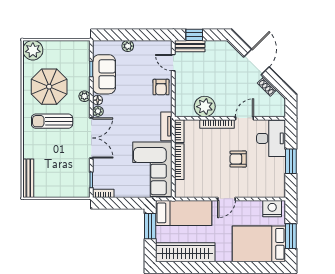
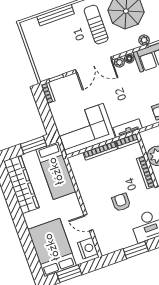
plant: (84, 96) -> (144, 40), moved
bench: (28, 178) -> (56, 15), moved
door: (227, 199) -> (88, 223), moved

